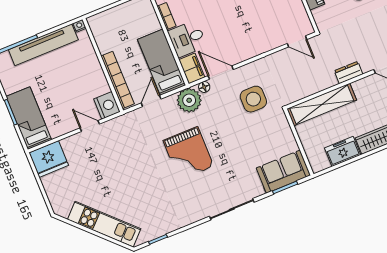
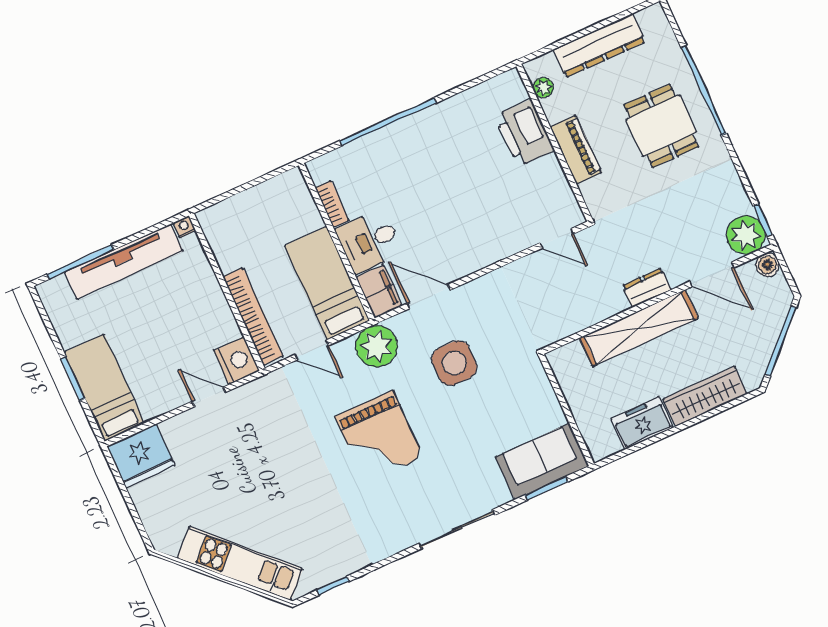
floor lamp: (204, 87) -> (401, 322), removed
side table: (253, 99) -> (454, 363), moved
door: (151, 101) -> (312, 350), swing flipped
shelving: (322, 104) -> (639, 328), moved

